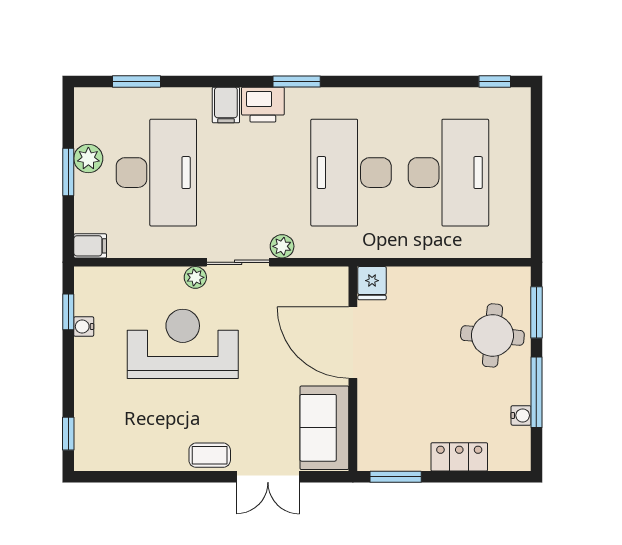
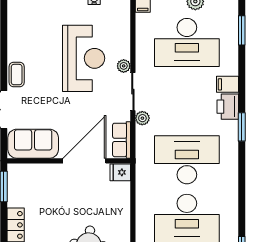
row of seats: (318, 281) -> (122, 140), added

